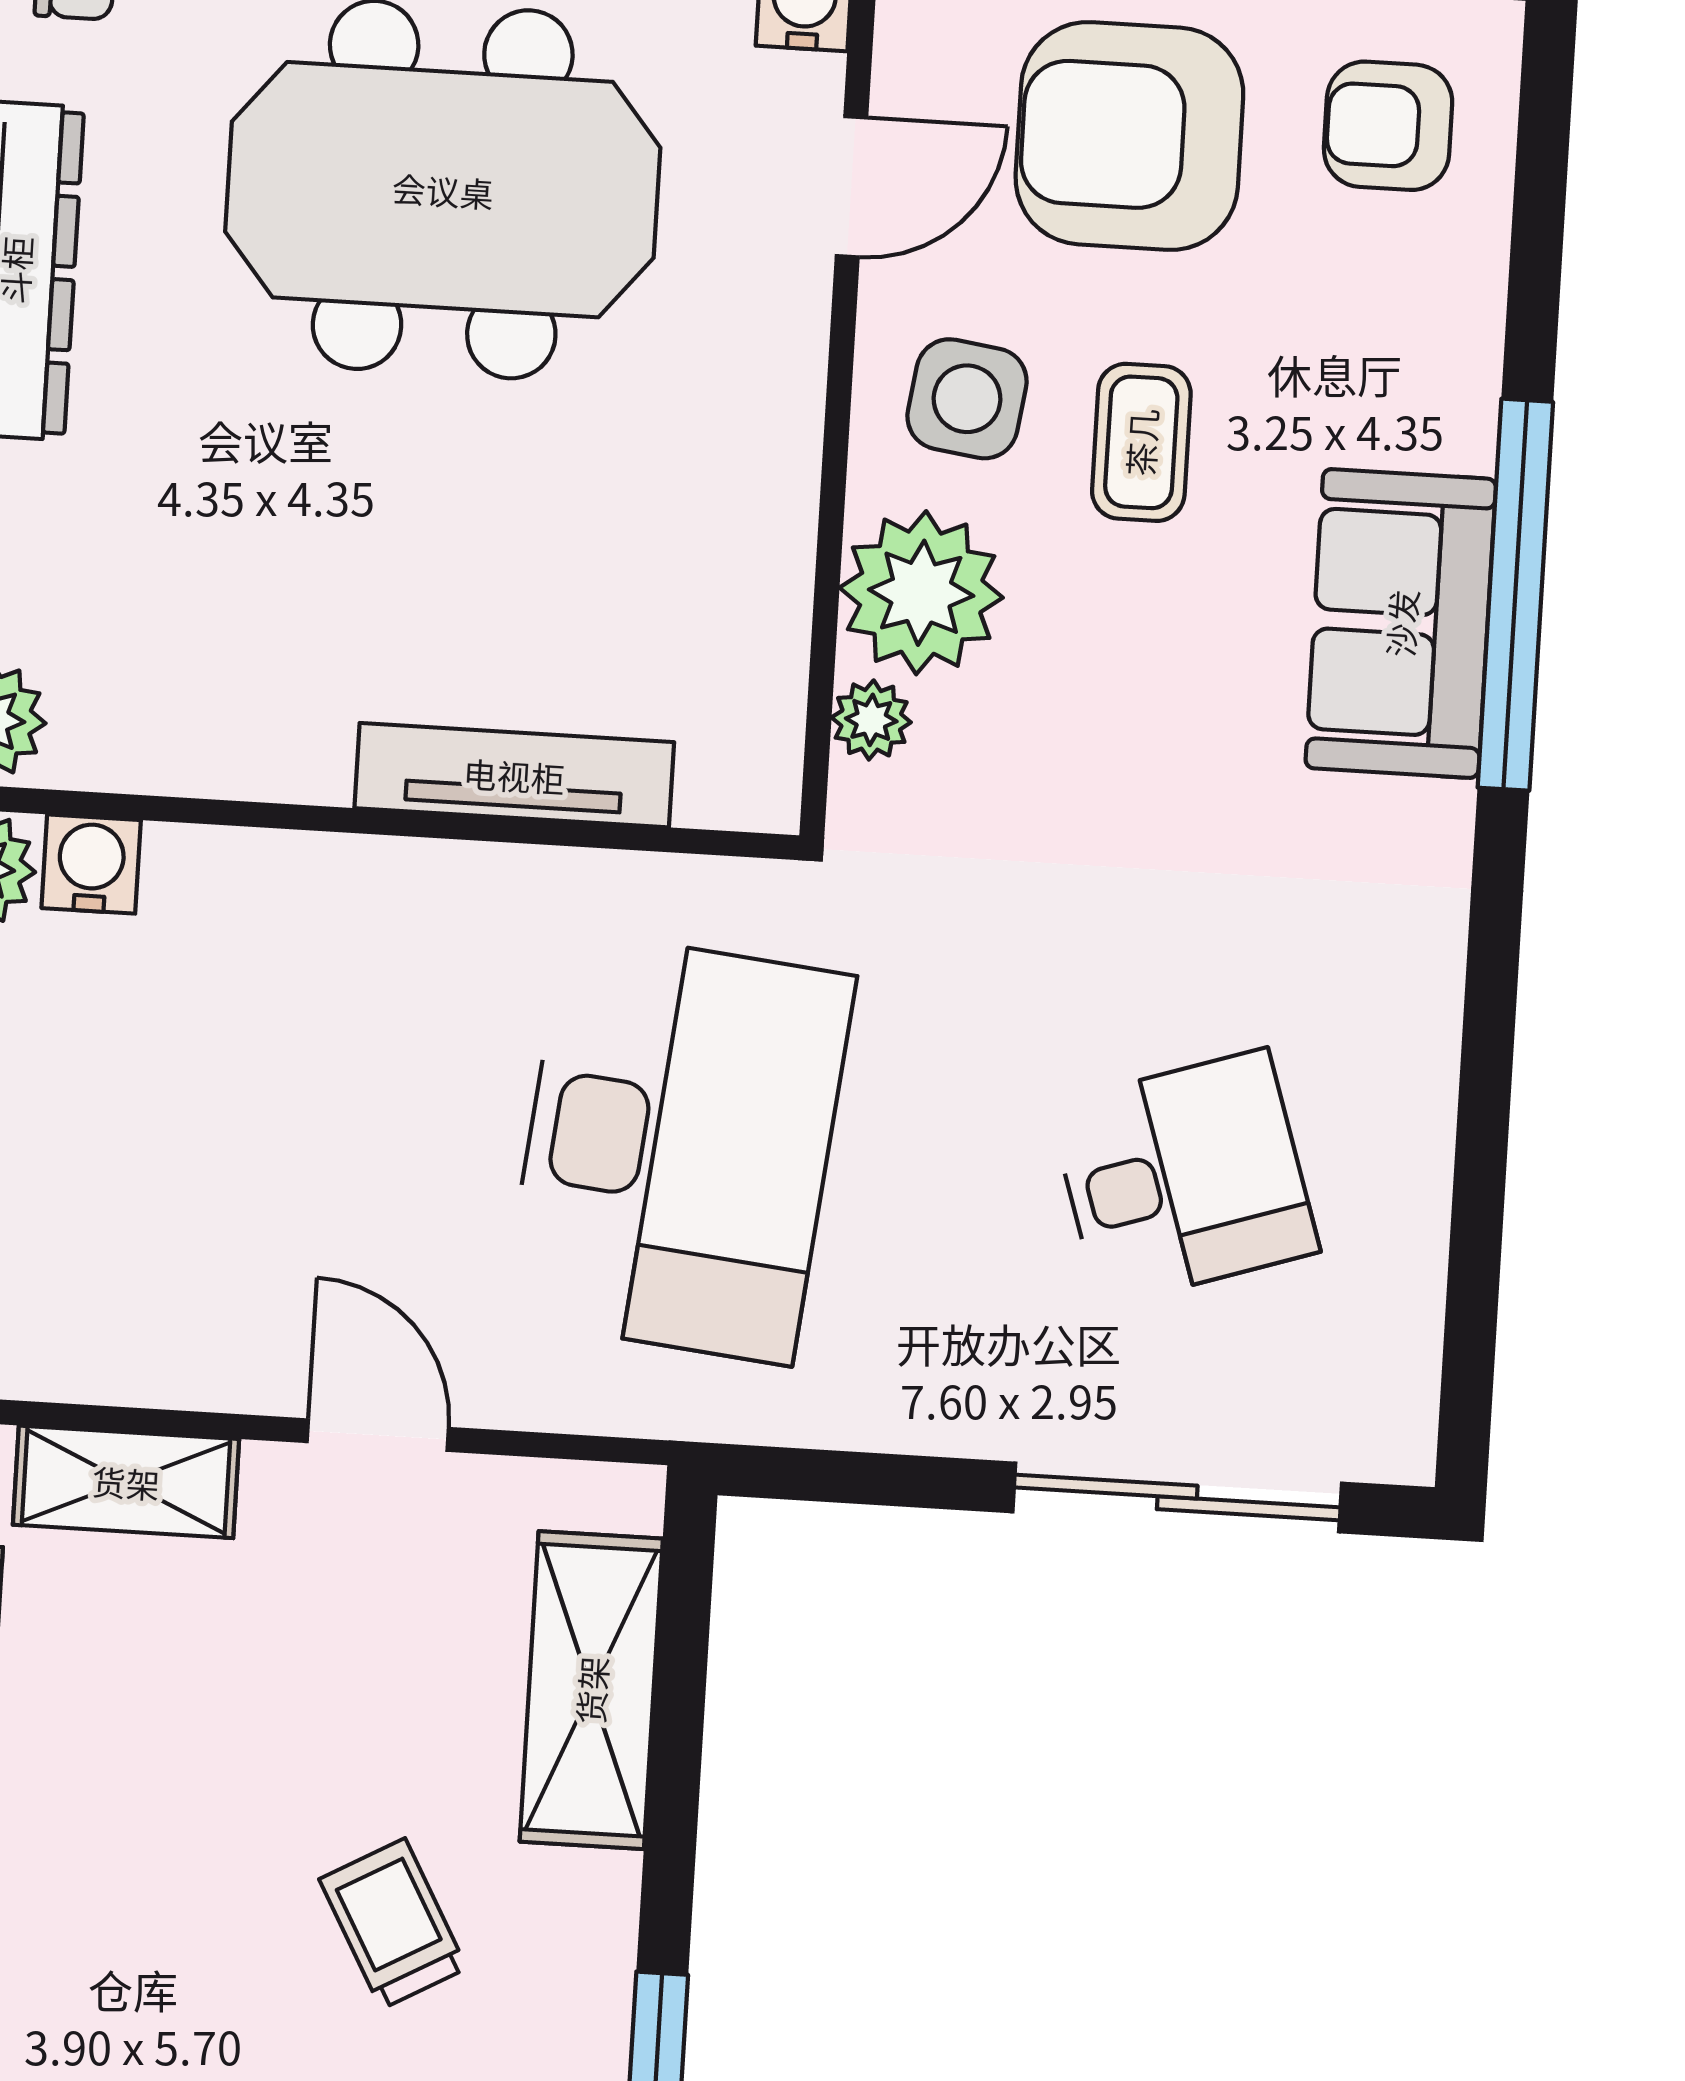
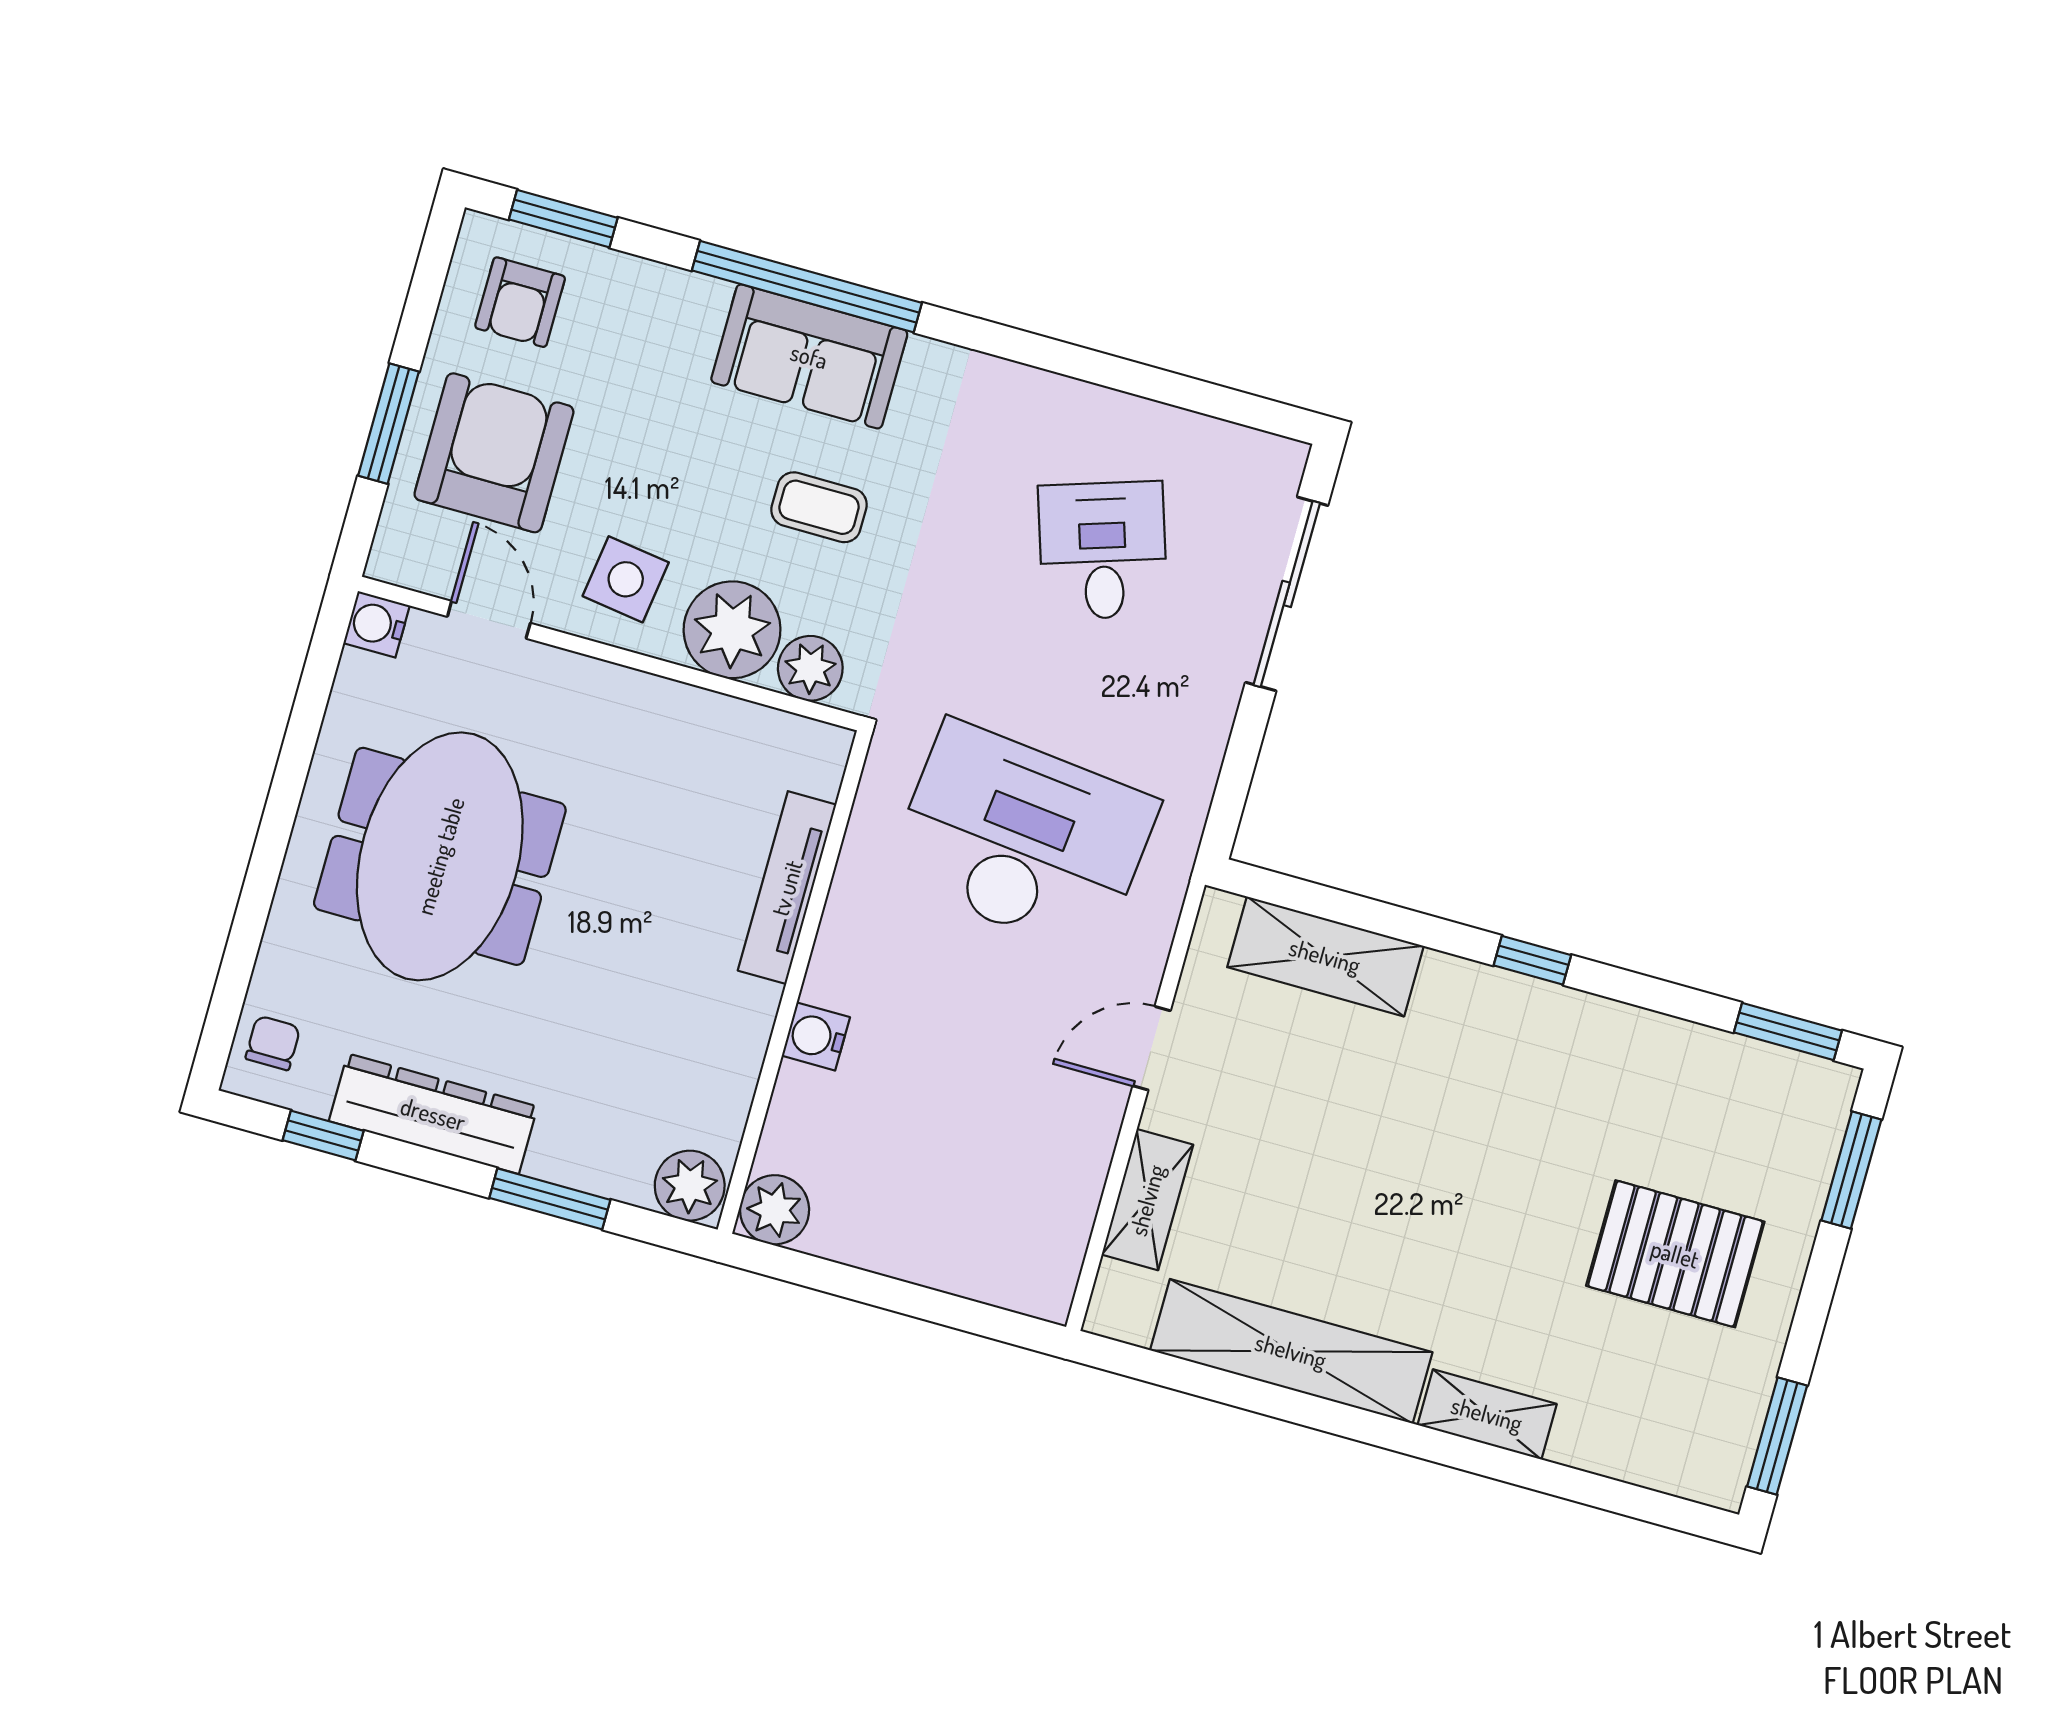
armchair: (1129, 136) -> (494, 453), turned 180
window: (1541, 168) -> (563, 219), added
coffee table: (1141, 442) -> (819, 507), moved
plant: (871, 720) -> (810, 668), width x1.38, depth x1.38
water cooler: (91, 864) -> (816, 1036), moved
trolley: (393, 1924) -> (1436, 1100), removed

